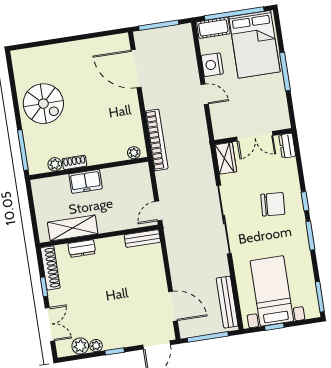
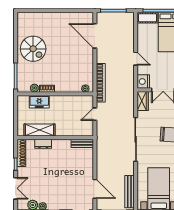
nightstand: (212, 65) -> (143, 81), moved
freezer: (86, 181) -> (39, 102), moved
door: (158, 211) -> (95, 114), moved

